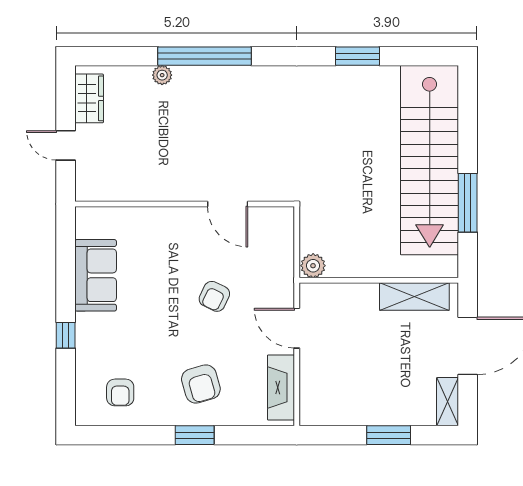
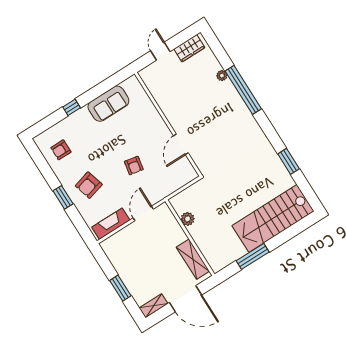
stairs: (430, 160) -> (273, 218), width x0.73
plant: (313, 266) -> (188, 219), moved
armchair: (214, 296) -> (134, 166), turned -105

